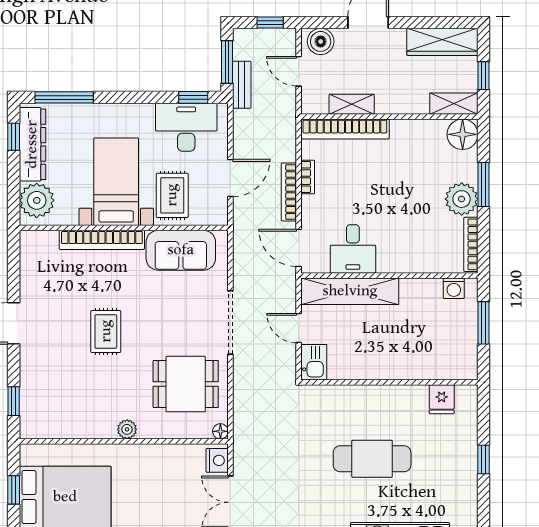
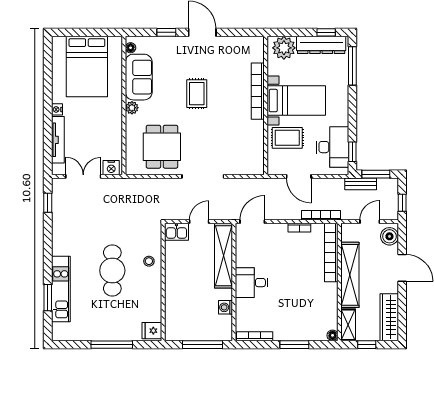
shelving: (352, 104) -> (350, 275), width x2.20, depth x1.33
floor lamp: (463, 134) -> (333, 335), width x0.53, depth x0.53
bookcase: (289, 192) -> (321, 215), moved
plant: (462, 199) -> (285, 330), removed
desk: (353, 249) -> (252, 283), moved
sofa: (181, 250) -> (139, 77), moved, turned 180
washing machine: (454, 288) -> (226, 307), moved
window: (484, 323) -> (203, 345), width x1.44
rug: (106, 331) -> (197, 94), turned 90
fridge: (442, 399) -> (152, 331), moved
window: (14, 401) -> (166, 32), moved
stool: (358, 404) -> (149, 261), added
floor lamp: (220, 431) -> (131, 48), moved
window: (484, 460) -> (112, 345), width x2.17
window: (14, 490) -> (92, 32), removed

